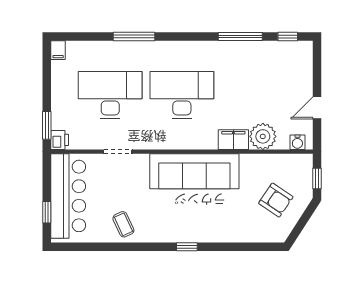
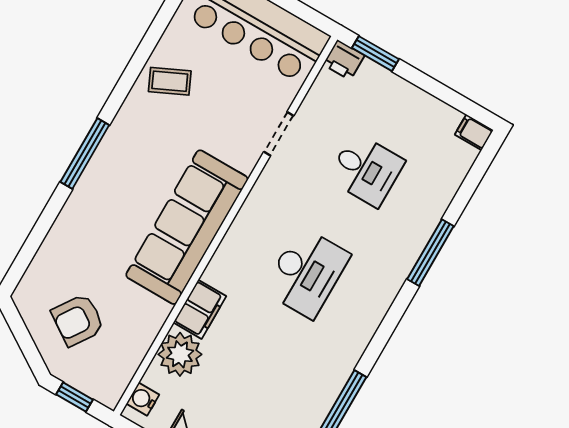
desk: (110, 95) -> (366, 170), width x0.53, depth x0.77
desk: (182, 95) -> (307, 273), width x0.73, depth x0.77
window: (187, 247) -> (85, 154), width x2.17

